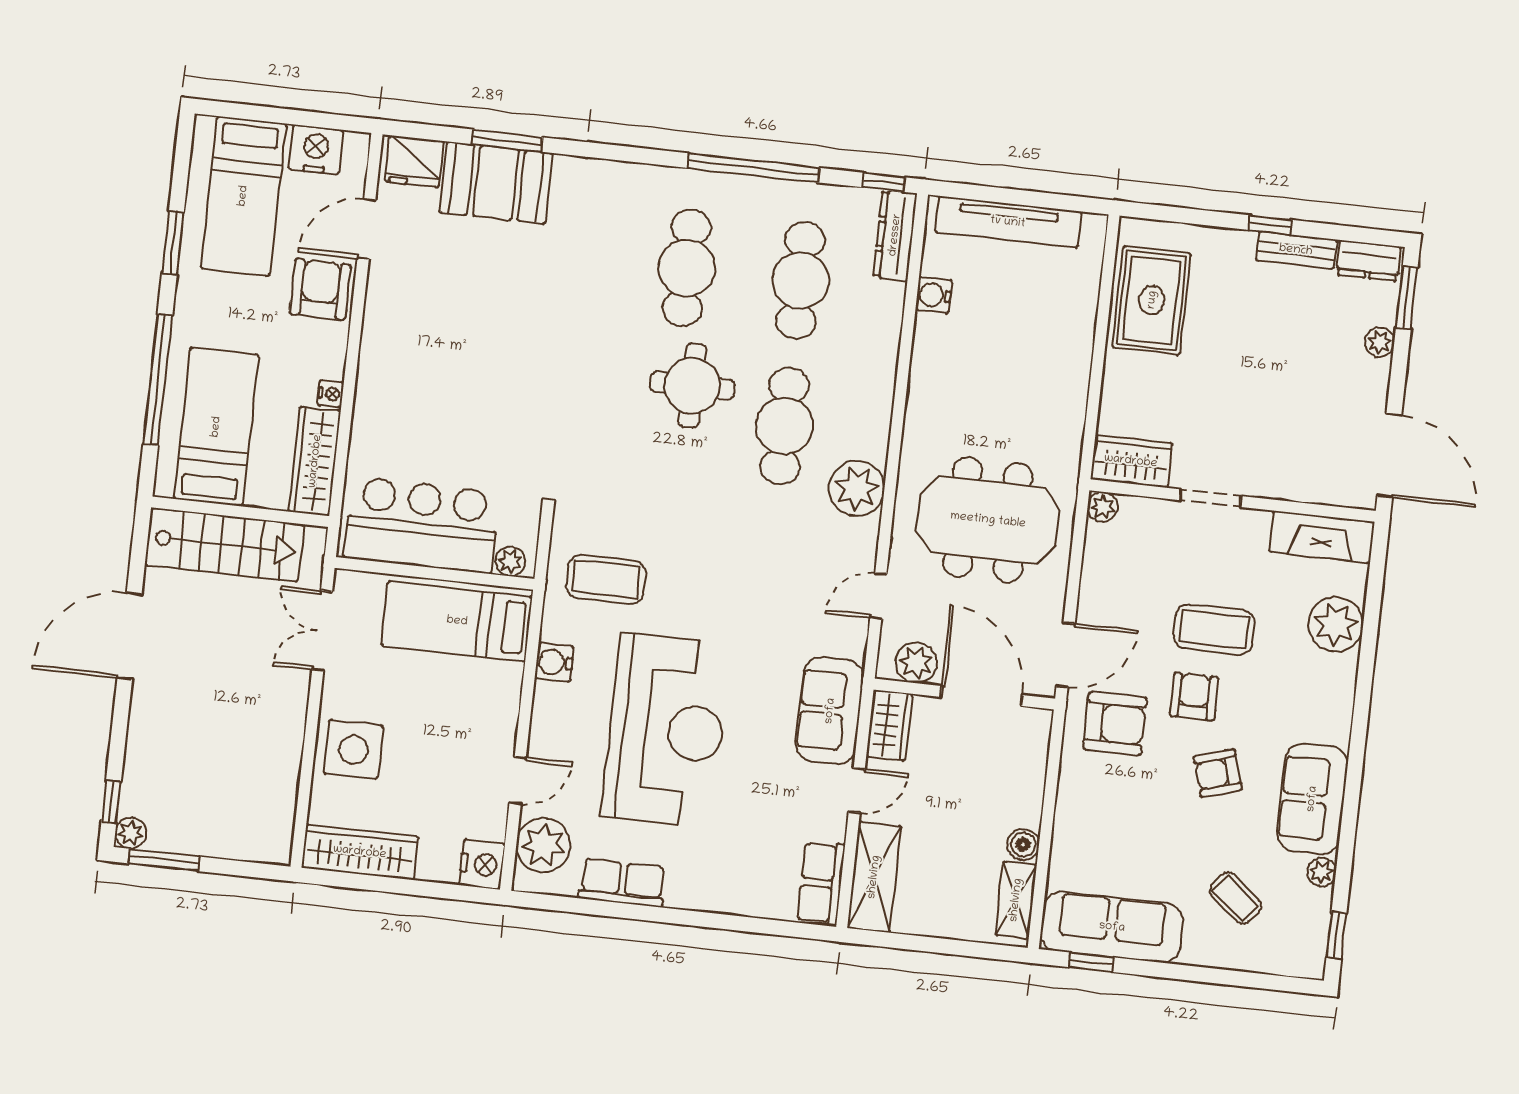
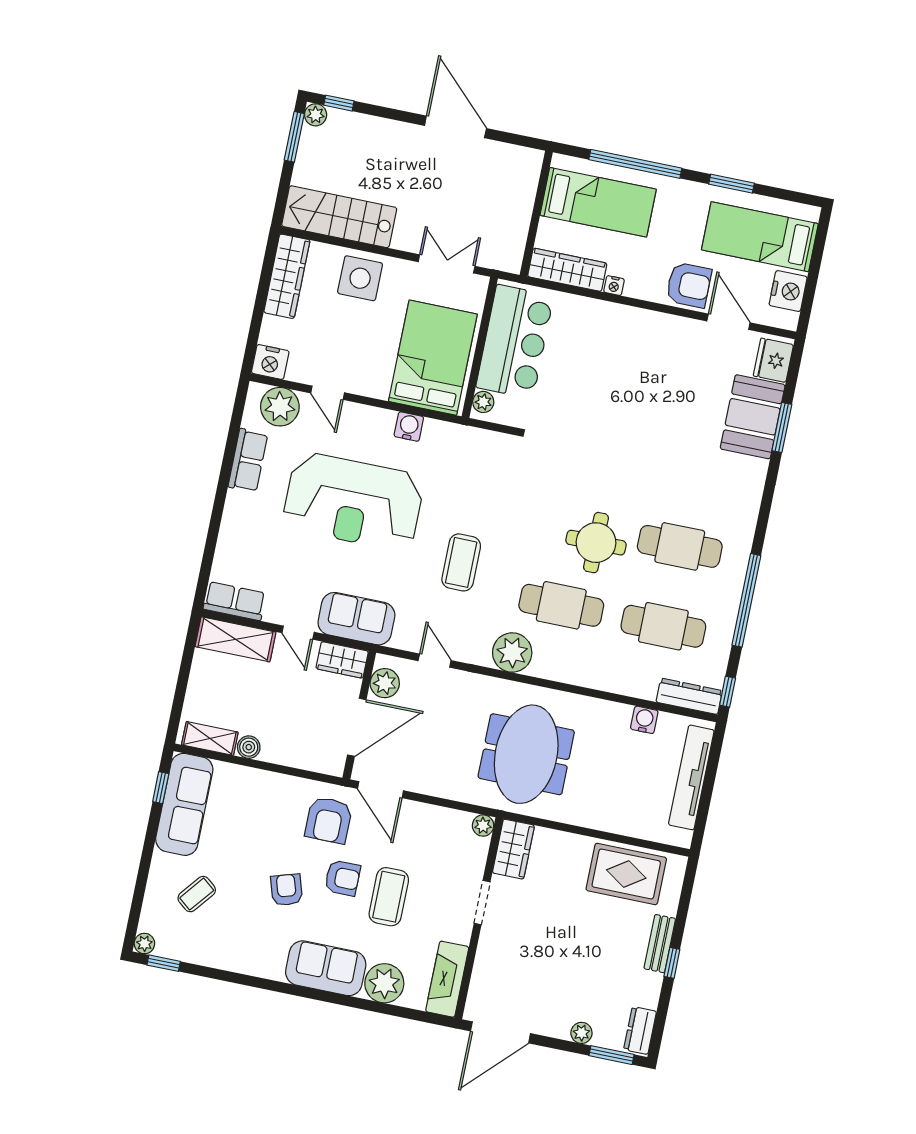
bench: (1296, 250) -> (660, 944), moved
meeting table: (988, 520) -> (526, 754), moved
stairs: (224, 545) -> (339, 217), moved, turned 90
coffee table: (606, 579) -> (461, 562), moved
bed: (457, 621) -> (433, 358), width x1.50
sofa: (1312, 799) -> (326, 968), moved
plant: (1322, 872) -> (144, 944), moved

